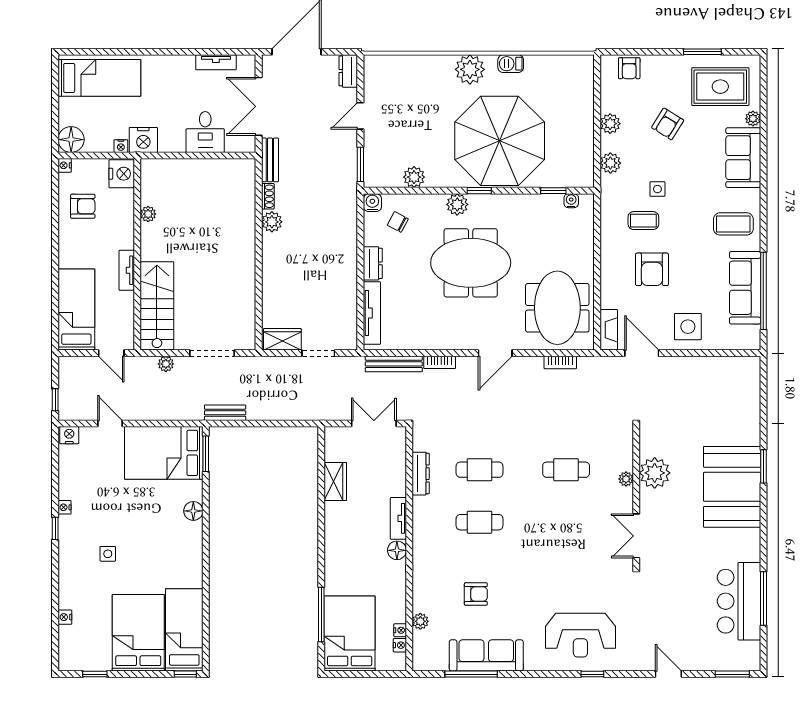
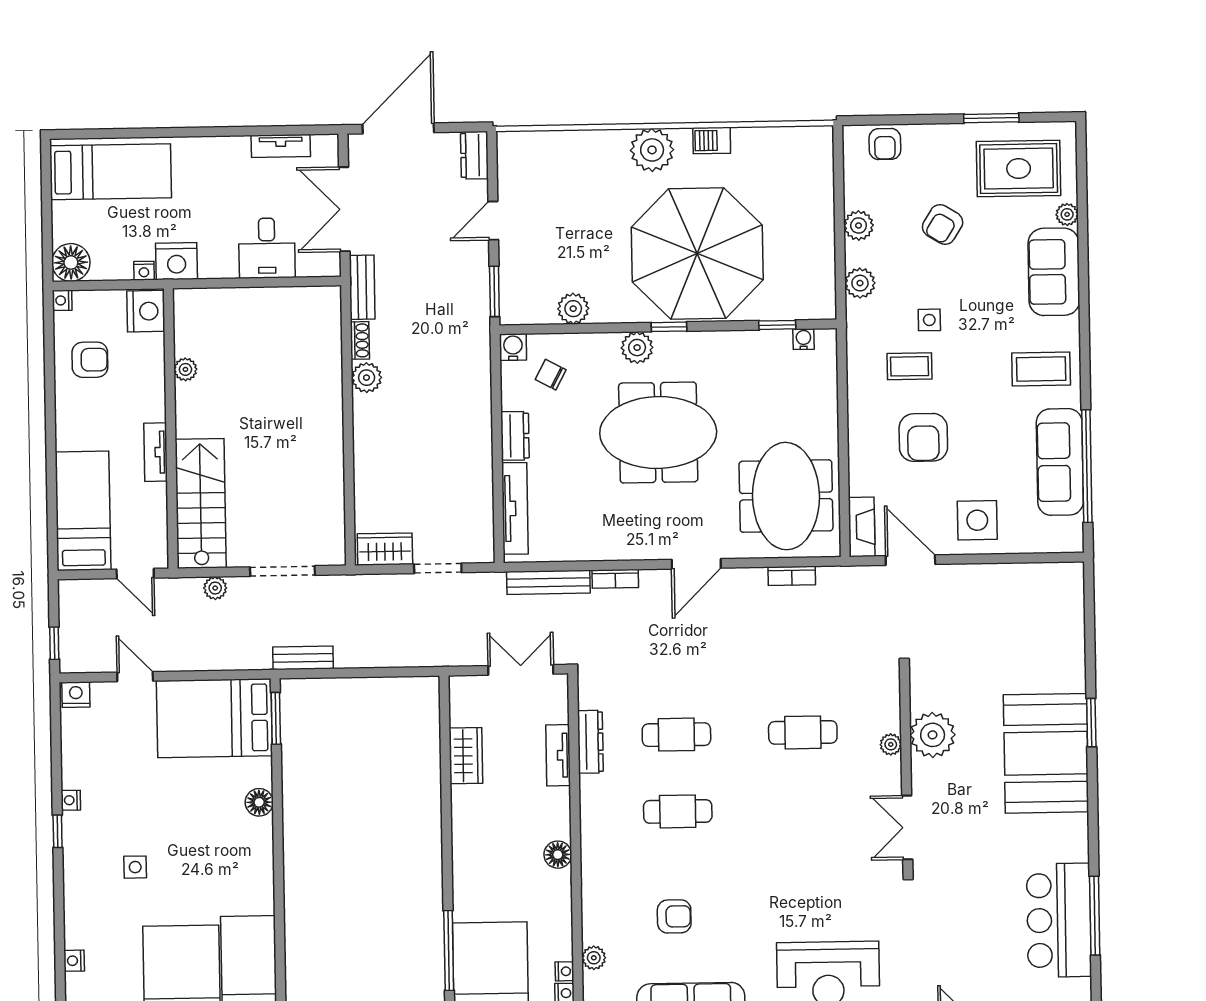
tv unit: (398, 518) -> (558, 755), moved

